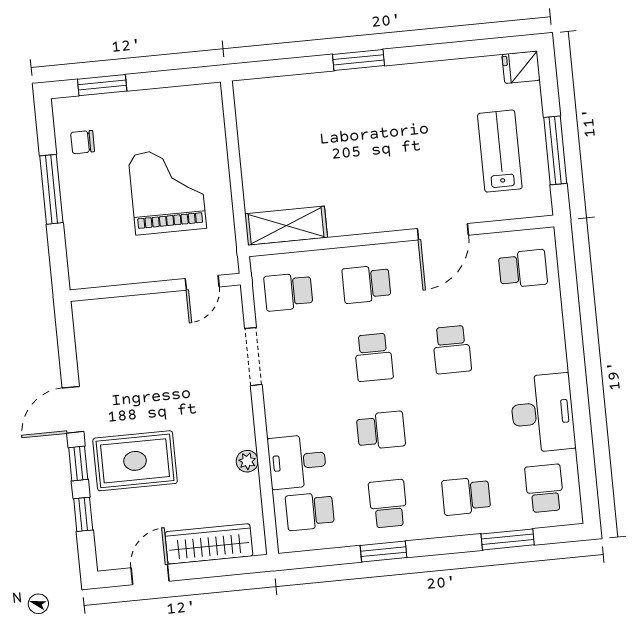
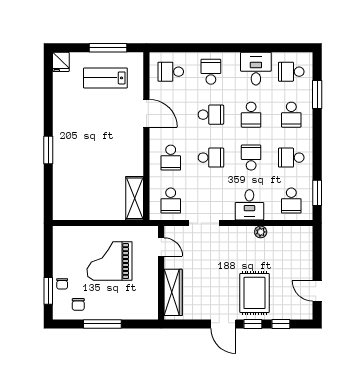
chair: (117, 109) -> (62, 284), added
school desk: (523, 269) -> (171, 72), turned -90
school desk: (530, 342) -> (211, 72), added
desk: (543, 413) -> (256, 69), width x0.73
school desk: (459, 423) -> (251, 115), added
desk: (297, 462) -> (249, 205), moved
wardrobe: (209, 544) -> (173, 292), moved, turned 180
window: (384, 552) -> (317, 193), moved

